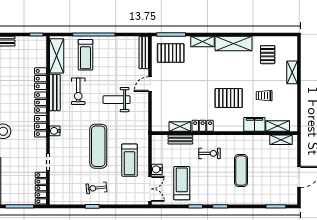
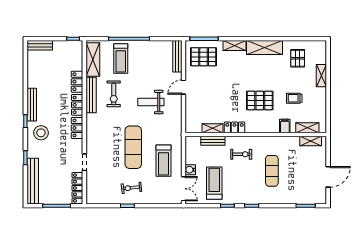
filing cabinet: (254, 124) -> (285, 126), width x0.50
water cooler: (55, 131) -> (91, 132), removed

